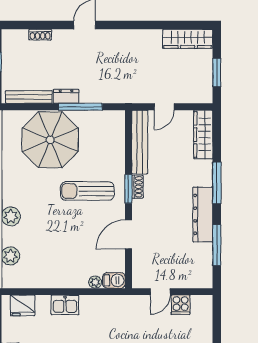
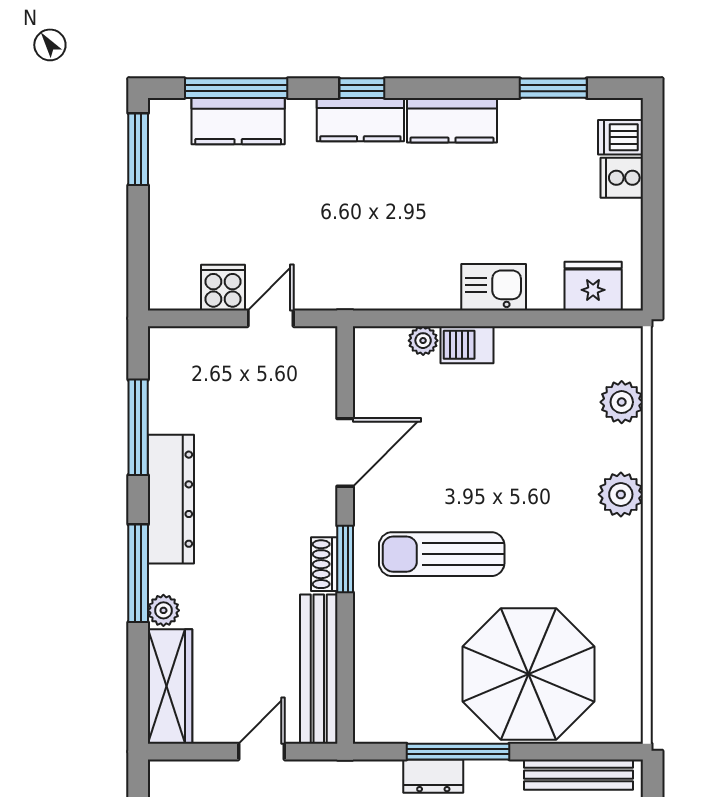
dresser: (66, 96) -> (433, 776), moved
plant: (206, 167) -> (163, 610), added
sun lounger: (87, 191) -> (442, 554), turned 180
barbecue: (114, 280) -> (467, 345), moved

